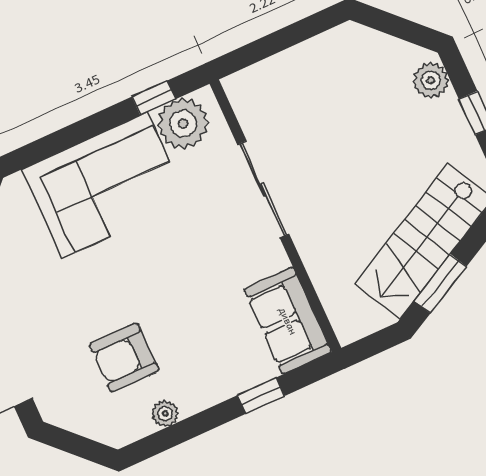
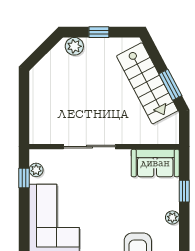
plant: (183, 124) -> (36, 170), width x0.53, depth x0.53
plant: (165, 414) -> (172, 217), moved

